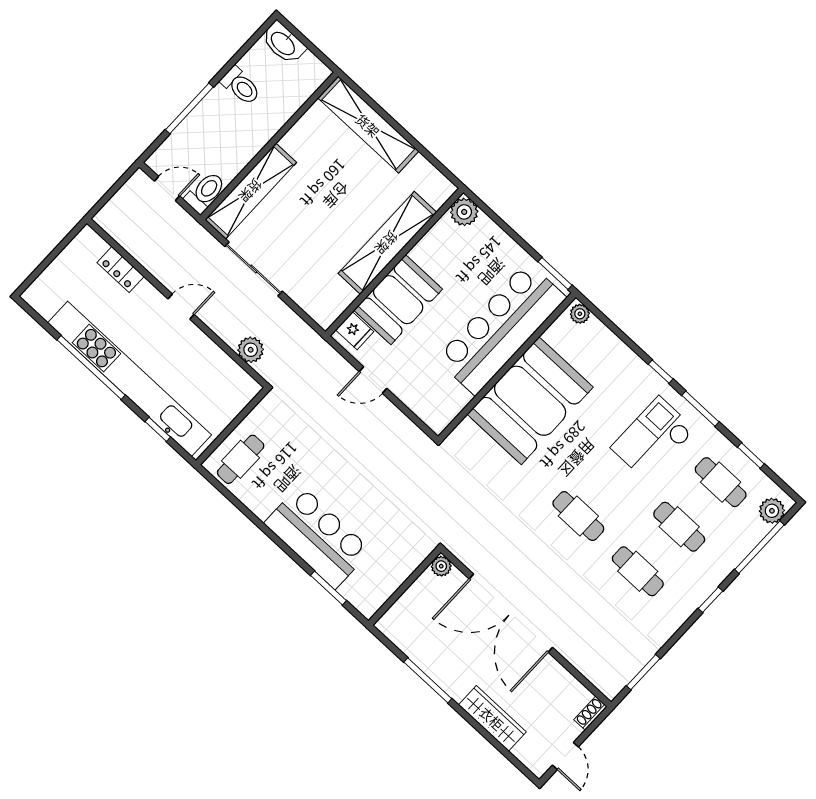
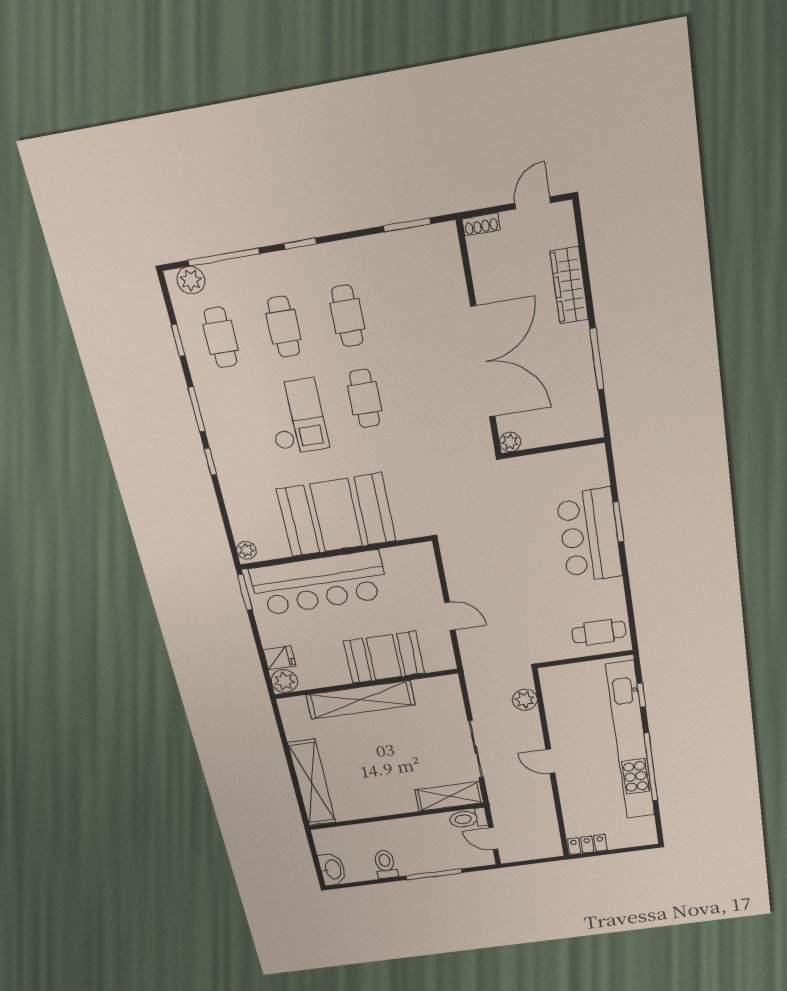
shelving: (251, 191) -> (449, 796), width x0.68
locker: (121, 270) -> (587, 844), moved, turned -90
fridge: (355, 331) -> (279, 658), moved, turned 90
checkout: (653, 439) -> (296, 417), moved, turned -90
window: (328, 588) -> (618, 522), moved

